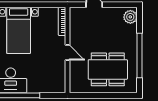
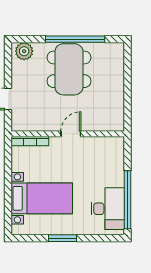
dining table: (108, 69) -> (69, 69), moved

